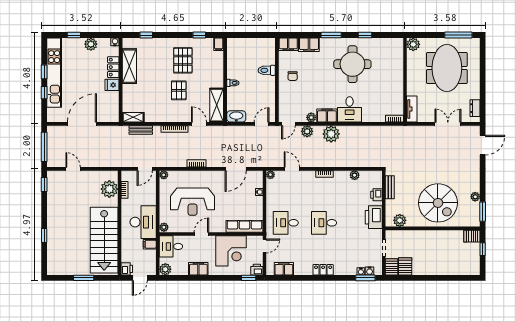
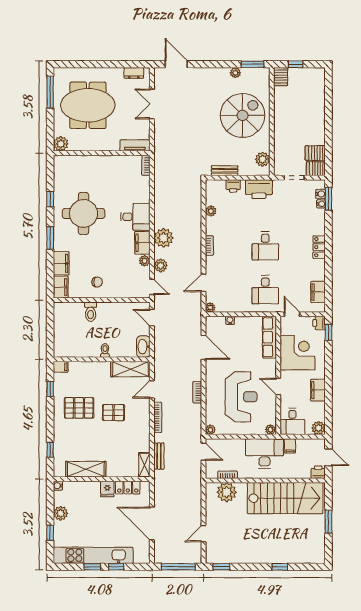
locker: (113, 67) -> (128, 488), moved

